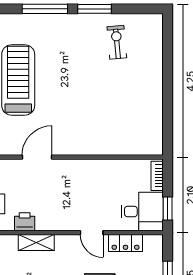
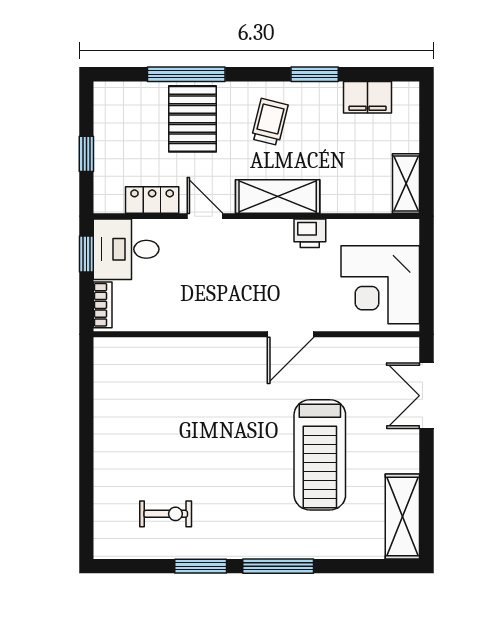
exercise bike: (117, 42) -> (166, 514), turned -85
shelving: (36, 243) -> (278, 197), width x1.50, depth x1.33

